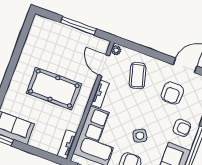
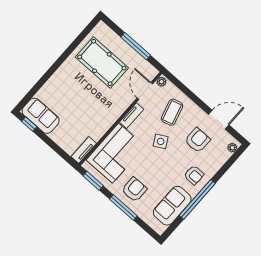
pool table: (54, 88) -> (102, 62), moved
armchair: (172, 93) -> (197, 140), turned 180
side table: (140, 136) -> (161, 141), moved

